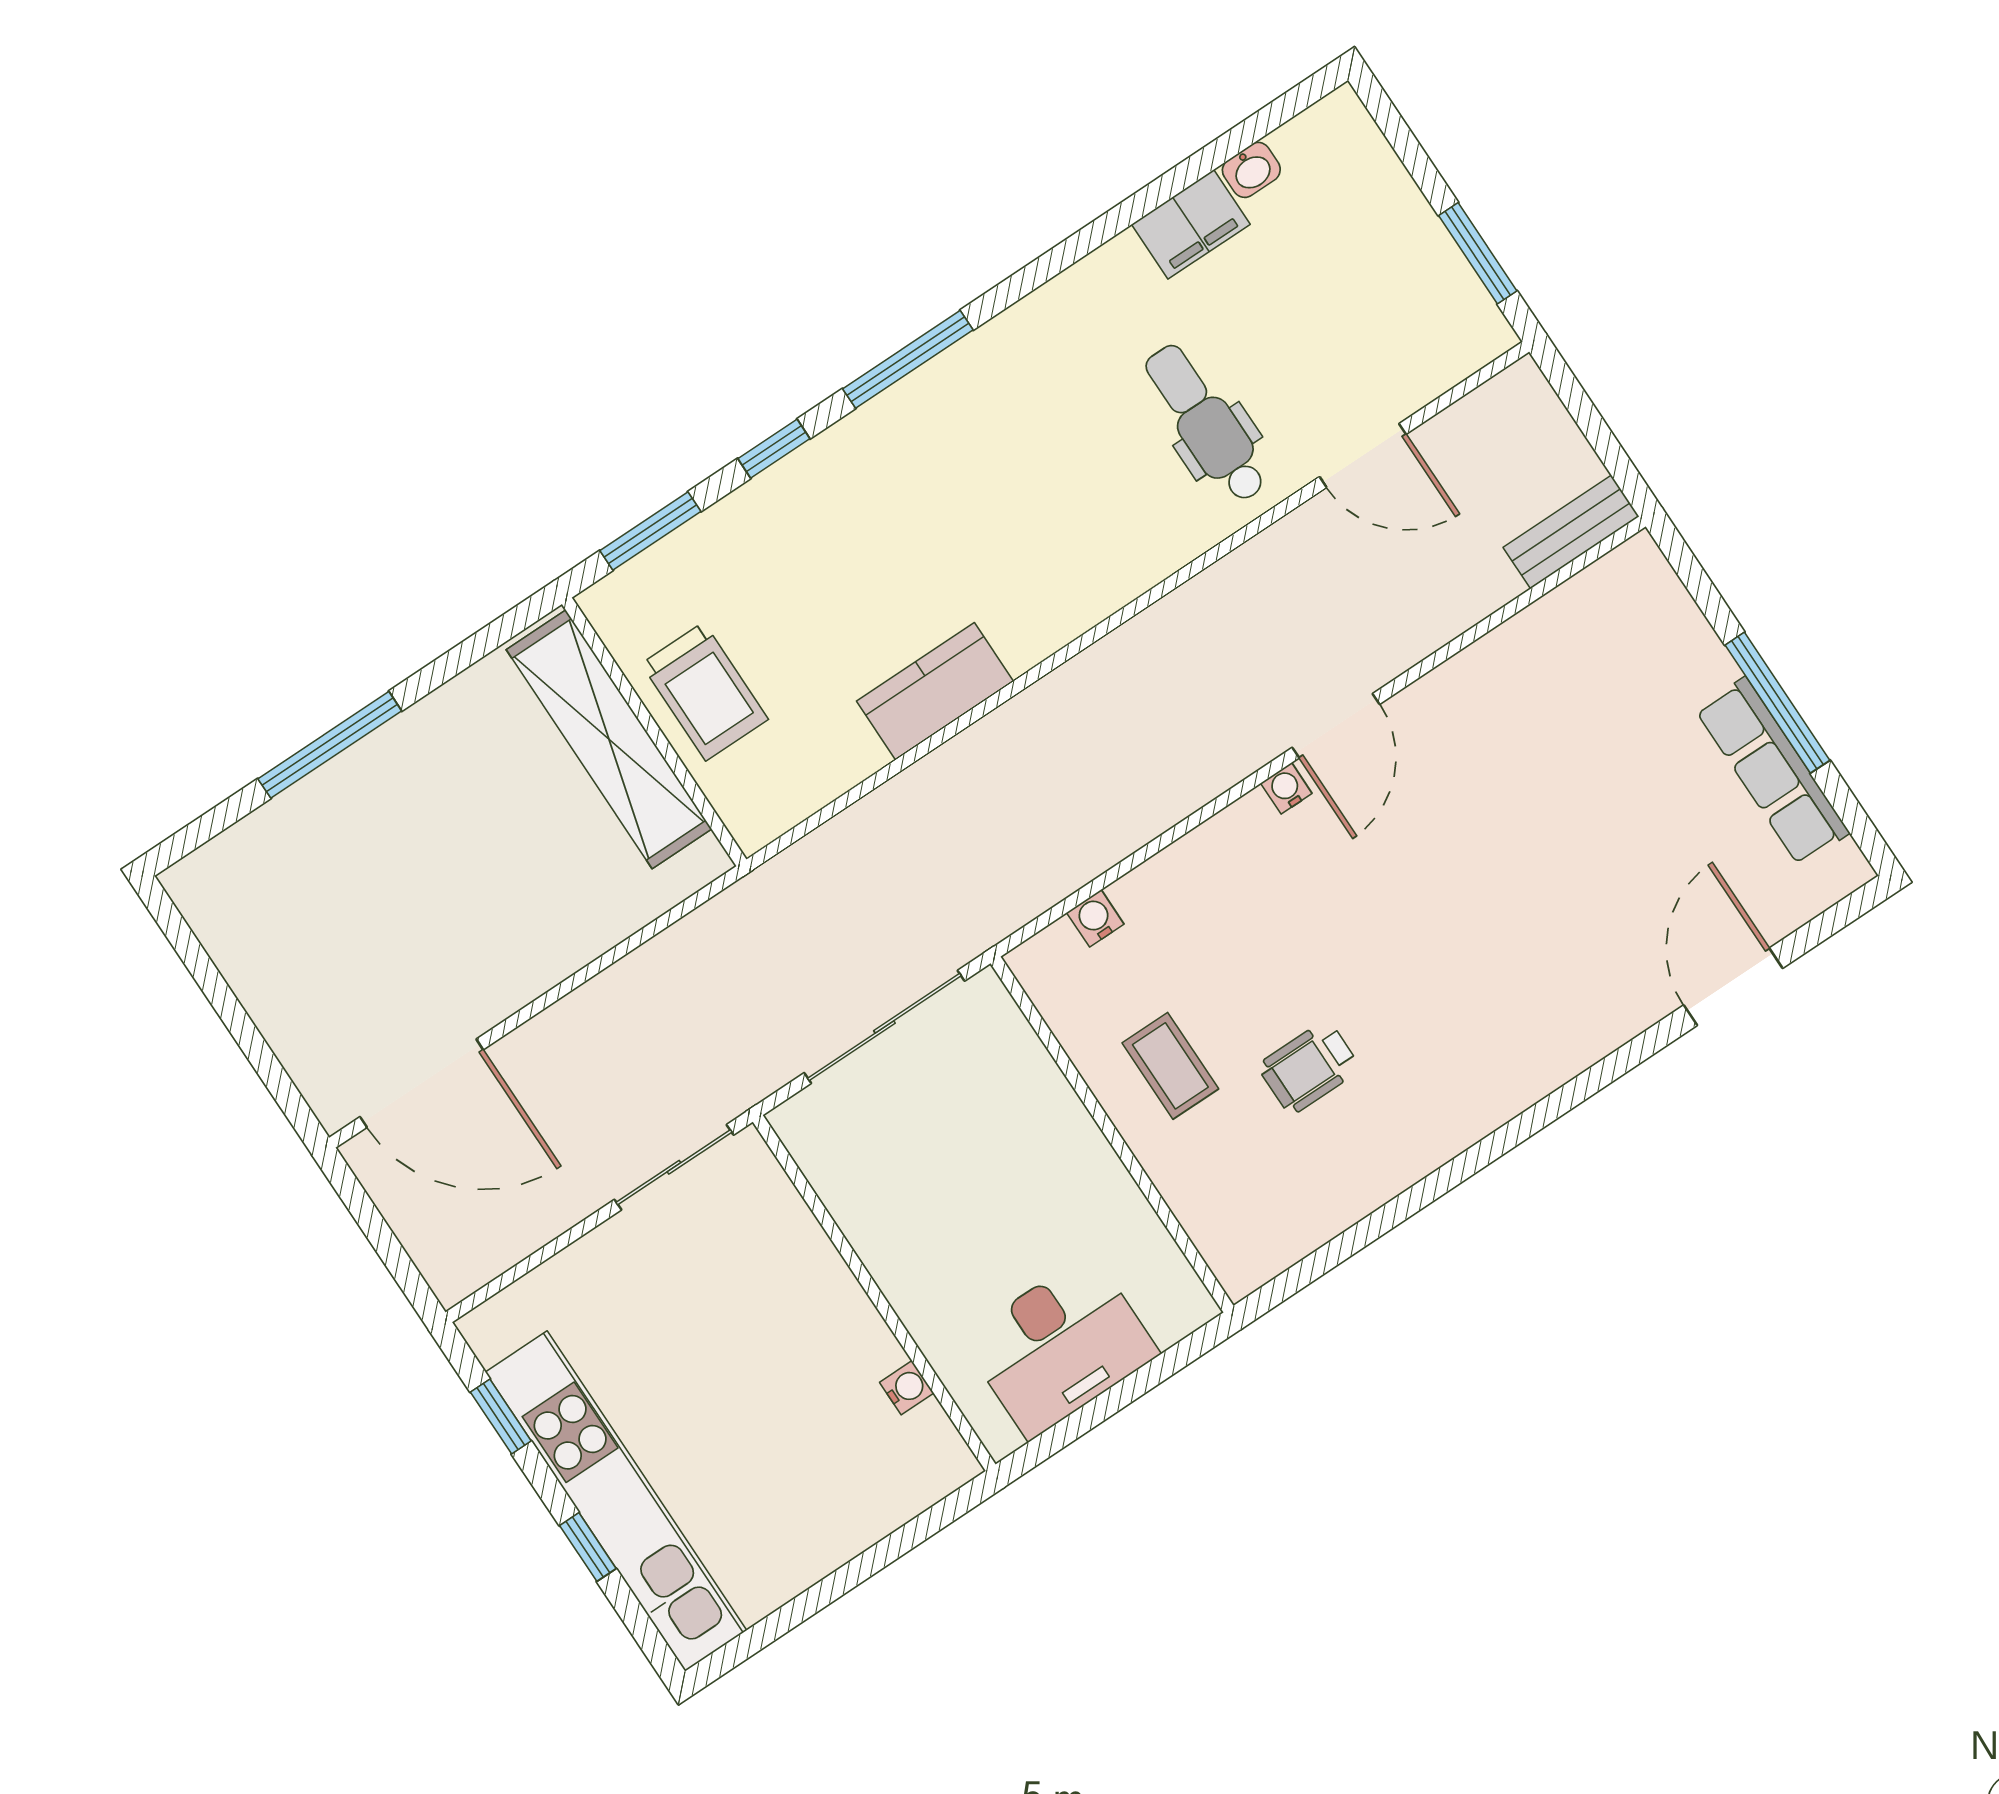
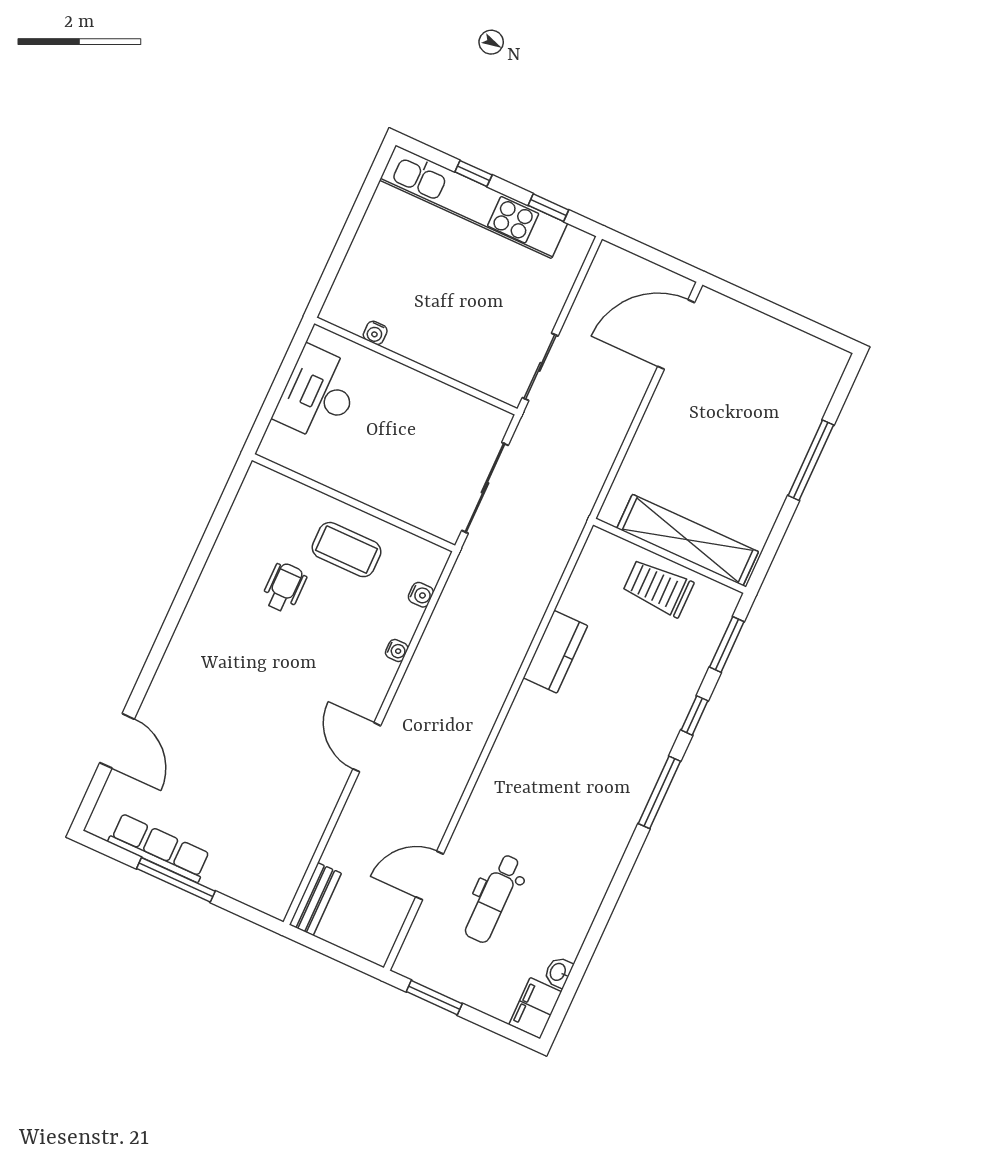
filing cabinet: (1191, 224) -> (535, 1008), moved
dental chair: (1206, 423) -> (493, 898), moved, turned 90
water cooler: (1286, 788) -> (397, 651), moved
coffee table: (1170, 1066) -> (347, 550), width x1.36, depth x1.30

